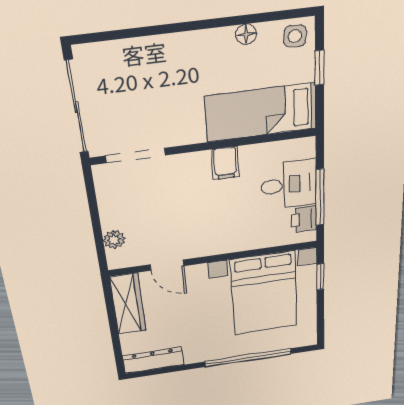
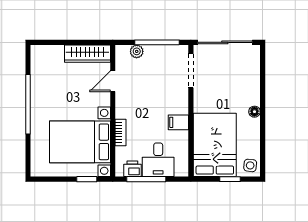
floor lamp: (246, 34) -> (254, 112), moved
bed: (261, 112) -> (215, 145), width x1.50
window: (94, 213) -> (157, 42), added
bookcase: (247, 243) -> (121, 133), added
window: (248, 358) -> (28, 104), moved
dresser: (153, 360) -> (38, 65), removed

